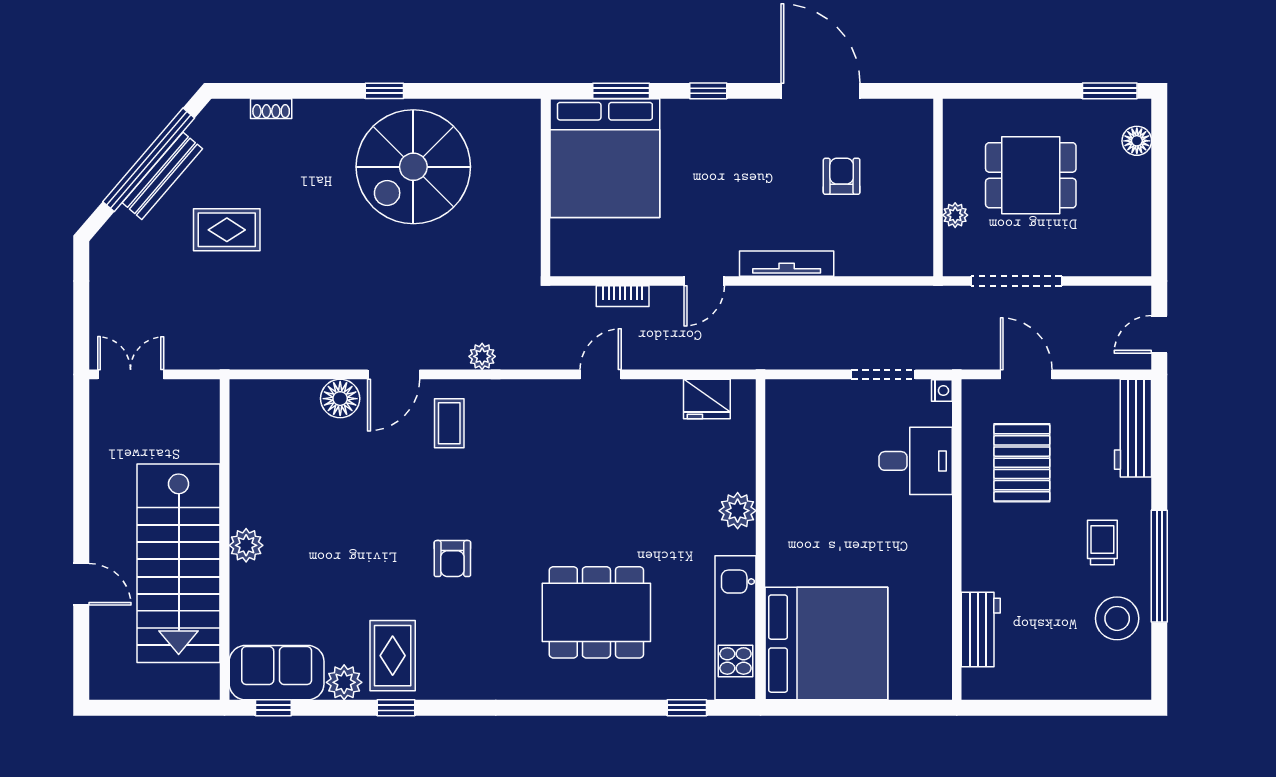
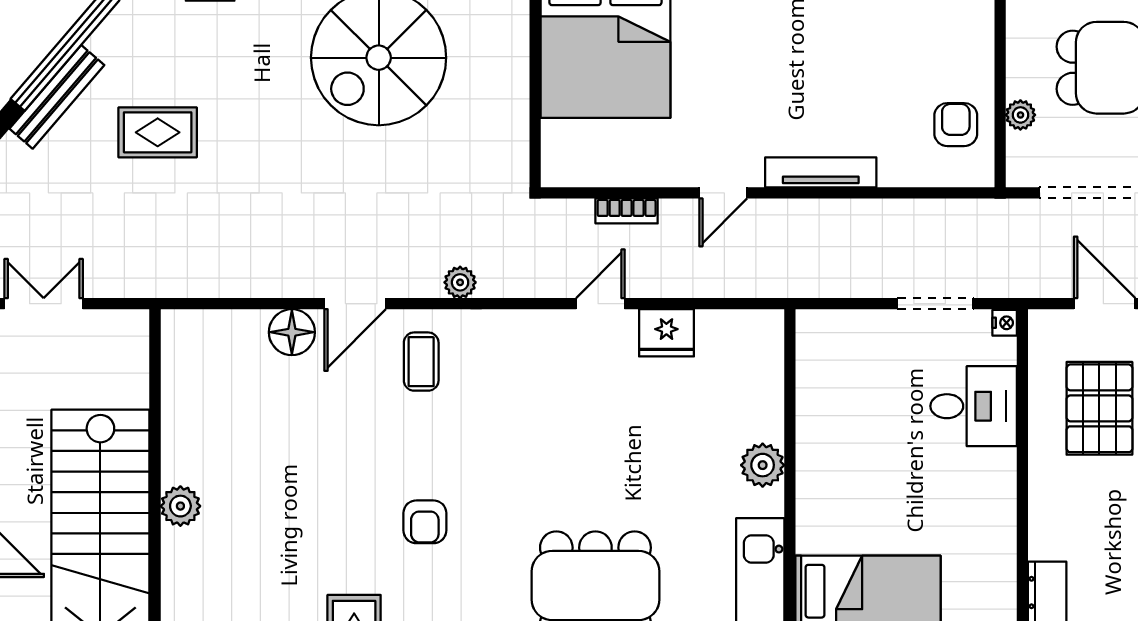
bench: (162, 176) -> (57, 97), moved
armchair: (842, 176) -> (956, 125), moved
fridge: (707, 399) -> (666, 333), moved

